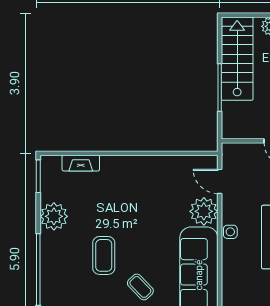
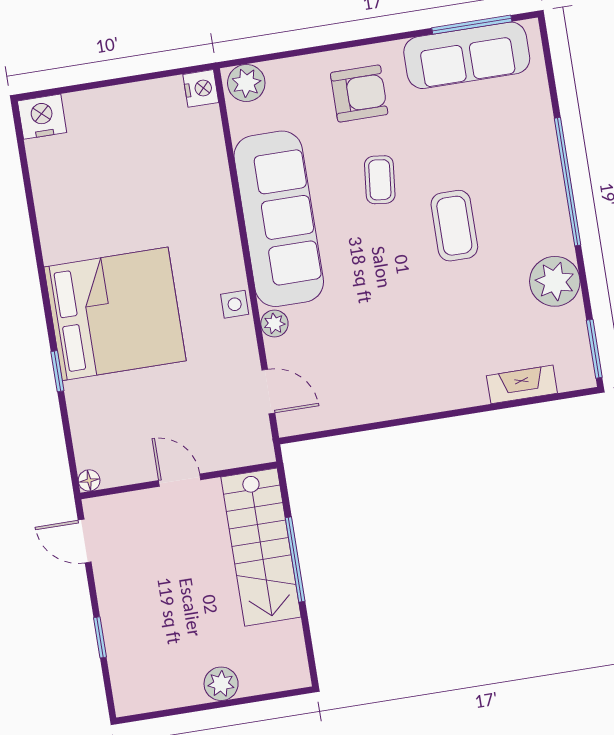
stairs: (237, 59) -> (261, 547), moved
plant: (204, 211) -> (274, 324), width x0.53, depth x0.53
coffee table: (140, 287) -> (380, 180), turned 50

